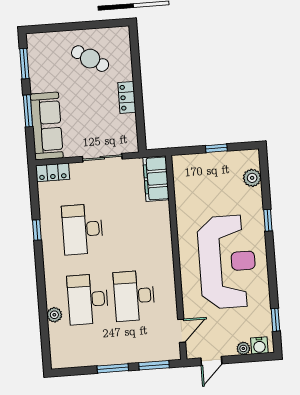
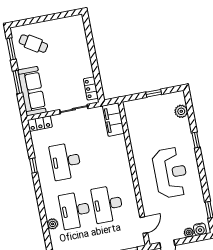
cafe table: (90, 59) -> (33, 44), moved
locker: (127, 97) -> (91, 88), moved
reception desk: (227, 262) -> (170, 173), width x0.74, depth x0.77

